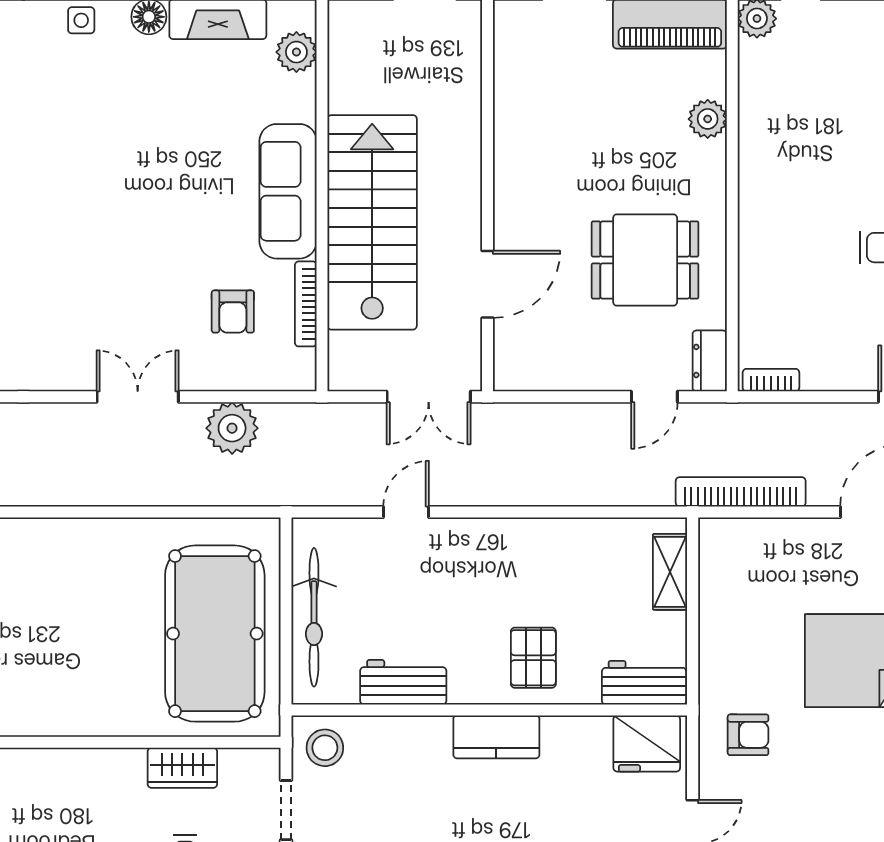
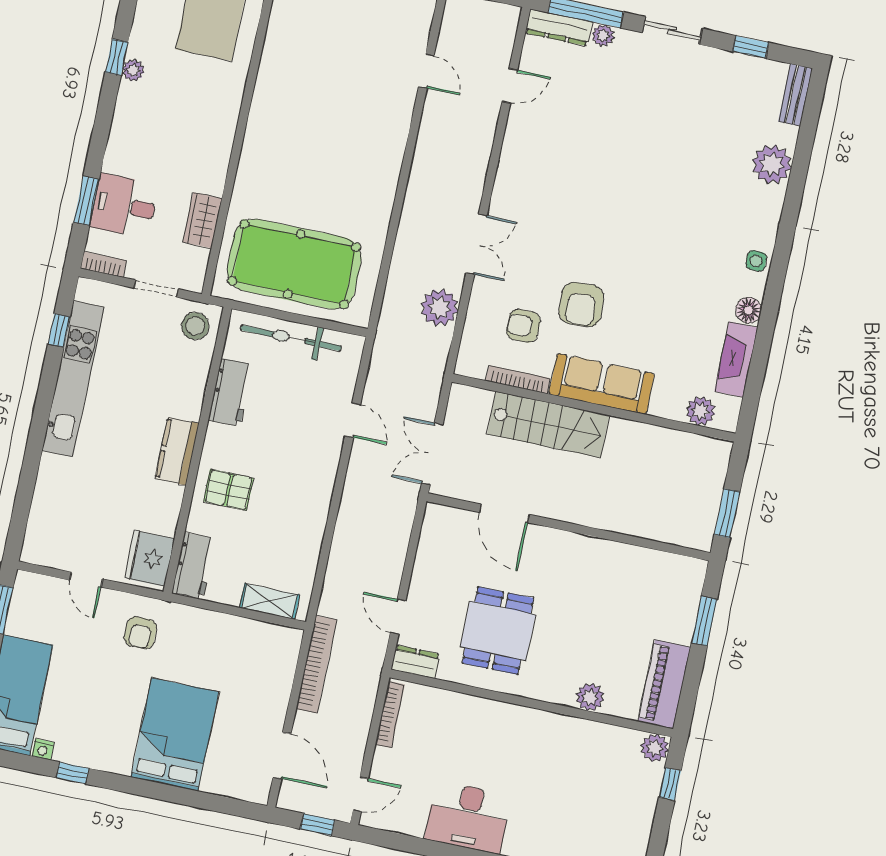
stairs: (372, 222) -> (548, 425), width x0.73, depth x0.66
armchair: (188, 241) -> (581, 304), added
bookcase: (771, 380) -> (390, 715), width x1.56

